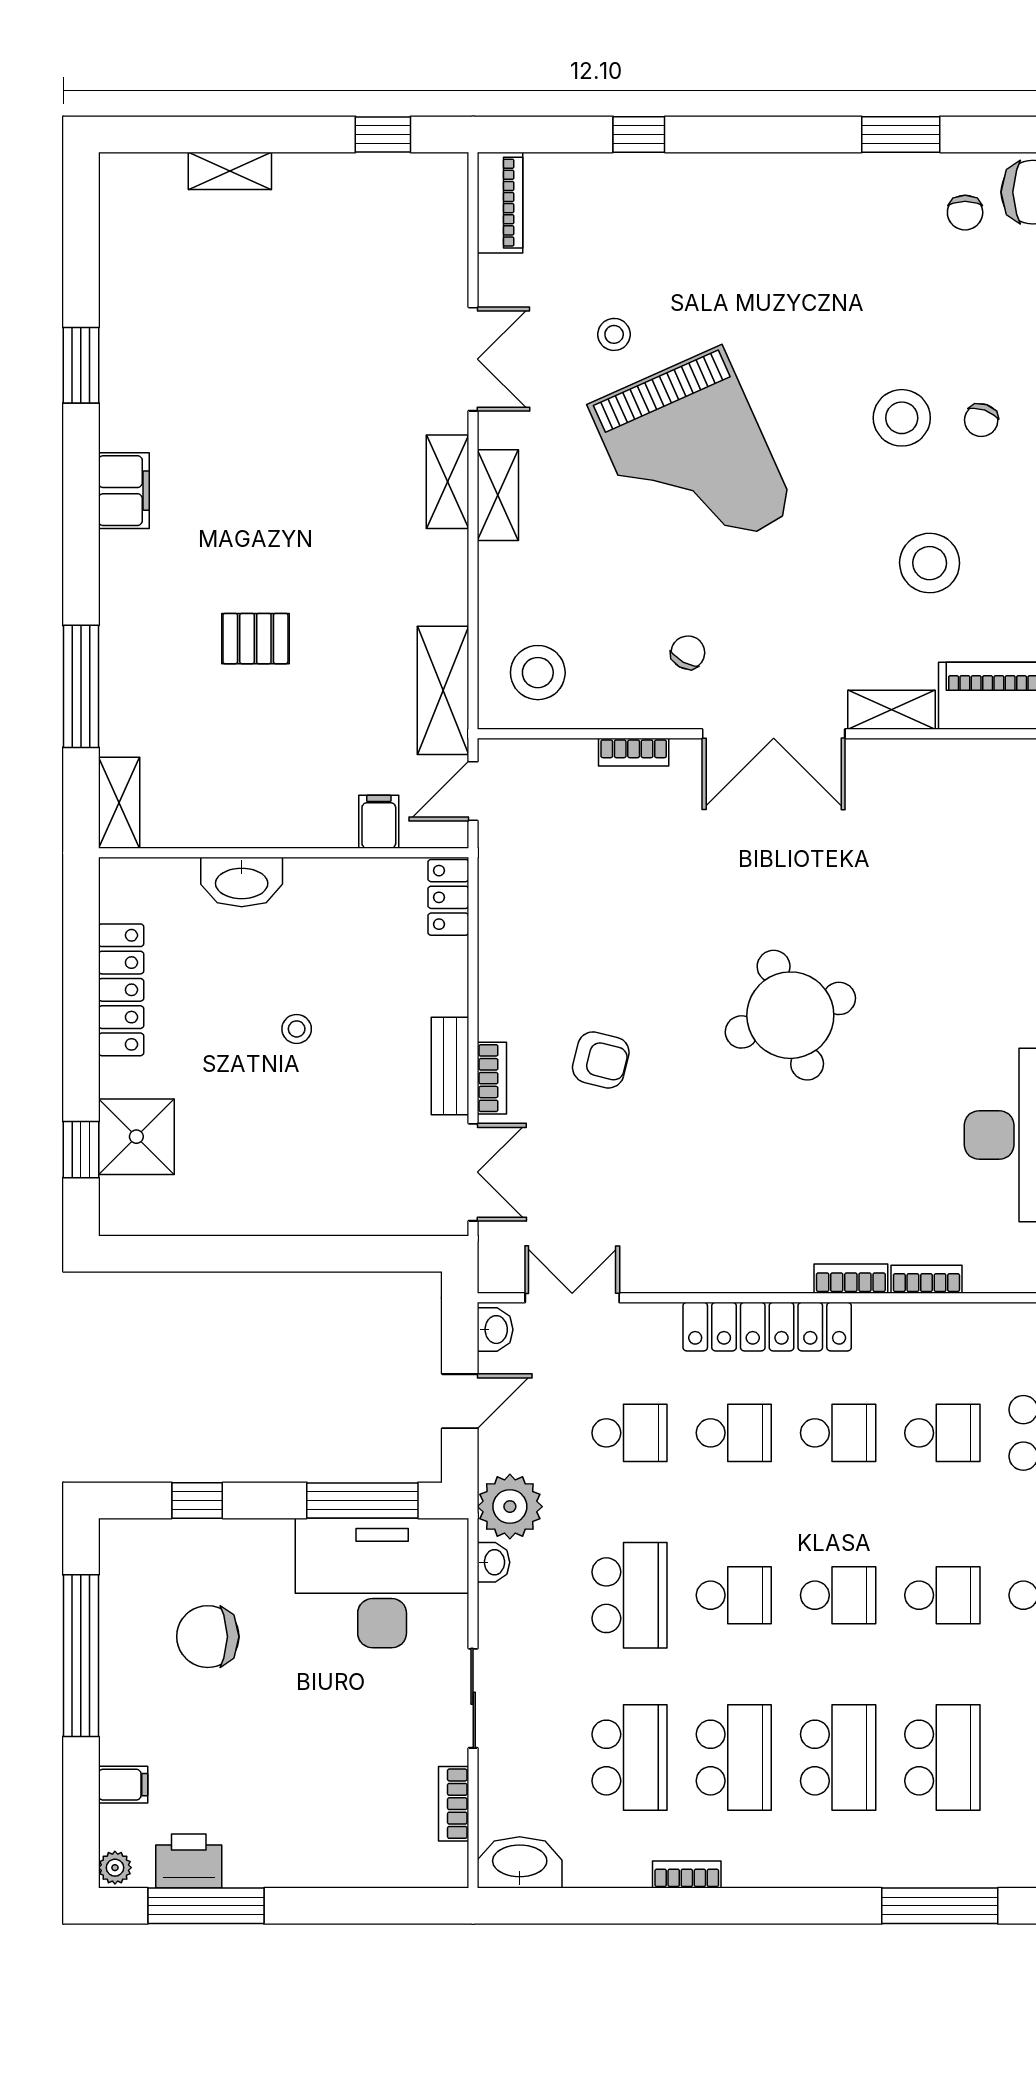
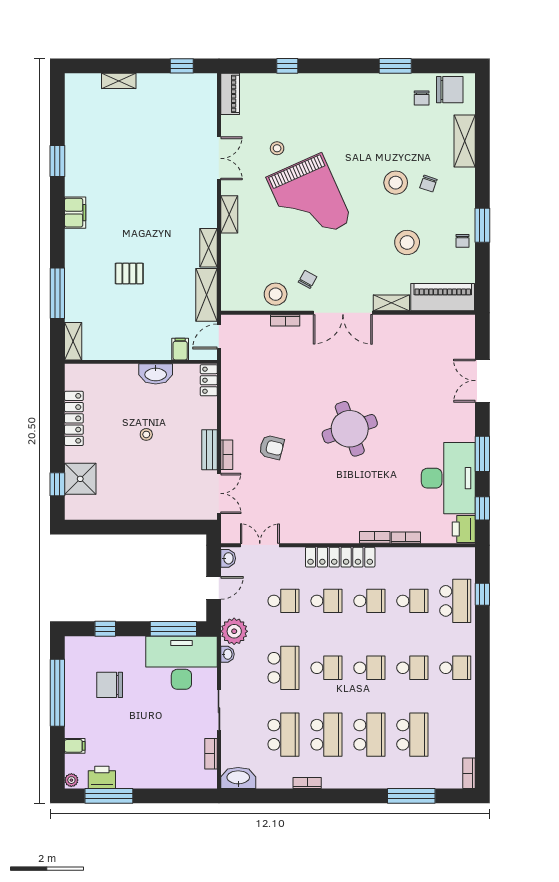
shelving: (448, 482) -> (208, 248), moved
stool: (538, 673) -> (276, 294), moved
washbasin: (242, 882) -> (156, 374), moved

